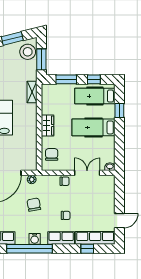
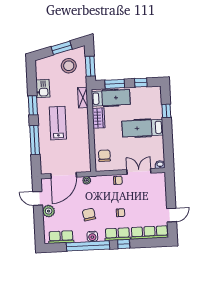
stool: (28, 52) -> (69, 66), moved
hospital bed: (95, 96) -> (111, 98), moved, turned 180
wardrobe: (48, 126) -> (99, 118), moved
chair: (34, 205) -> (89, 215), moved
window: (87, 249) -> (124, 244), moved

